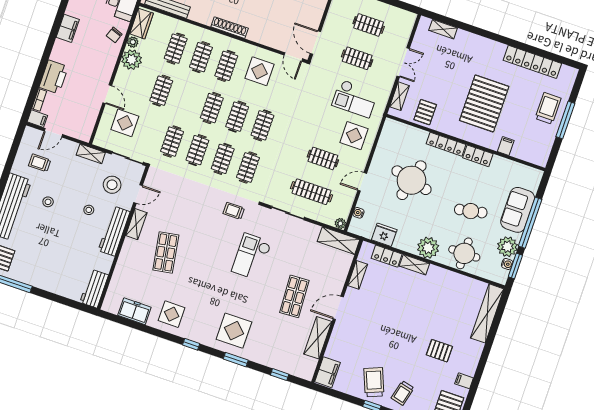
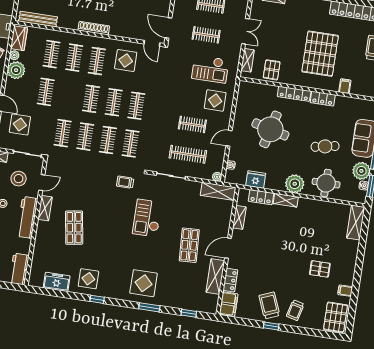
shelving: (487, 313) -> (356, 223), width x0.68
window: (191, 344) -> (97, 299), moved
locker: (334, 345) -> (230, 280), added

